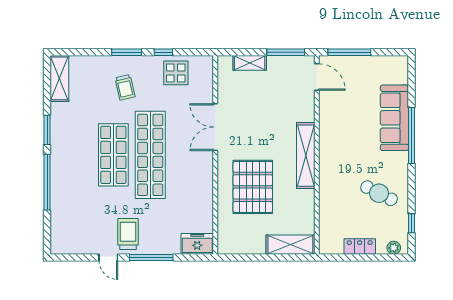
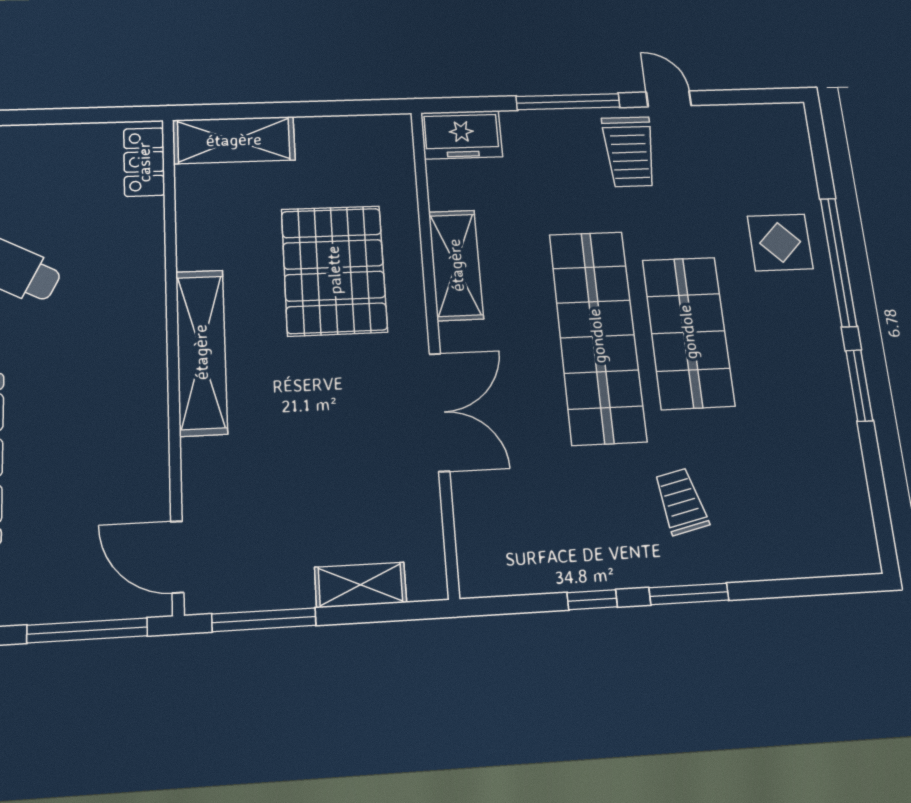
display table: (176, 73) -> (780, 242), moved
shelving: (59, 78) -> (456, 265), moved
locker: (360, 247) -> (144, 162), moved, turned 90

